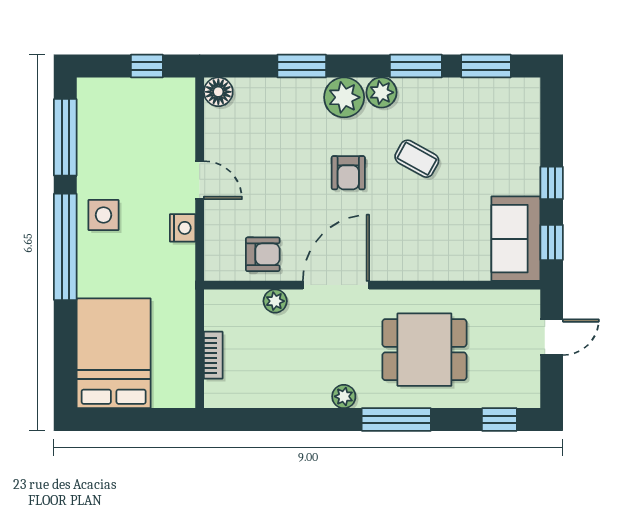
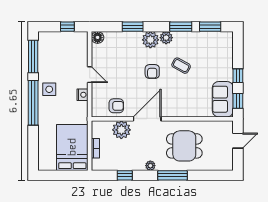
plant: (275, 301) -> (121, 130), width x1.88, depth x1.88
bed: (114, 353) -> (72, 147), moved
window: (499, 419) -> (125, 175), moved

